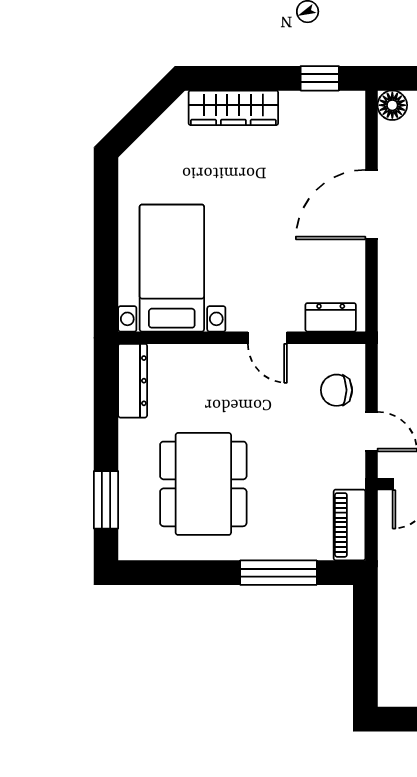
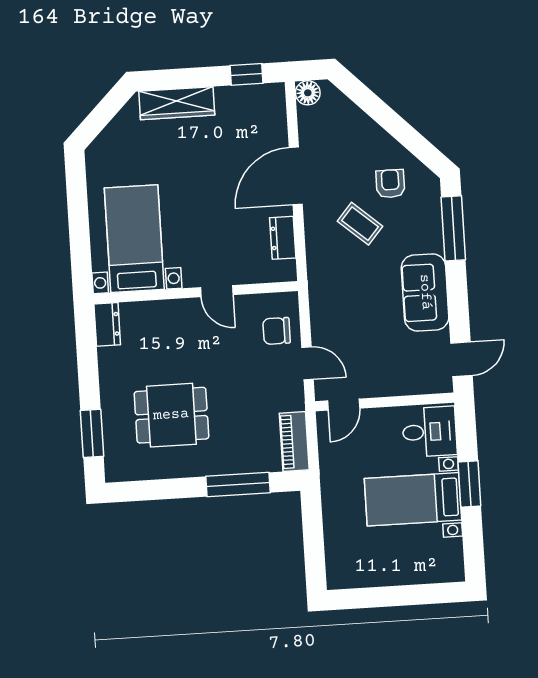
dresser: (331, 317) -> (283, 238), moved, turned -90
dresser: (133, 381) -> (107, 324), width x0.70
dining table: (203, 484) -> (171, 415), width x0.73

